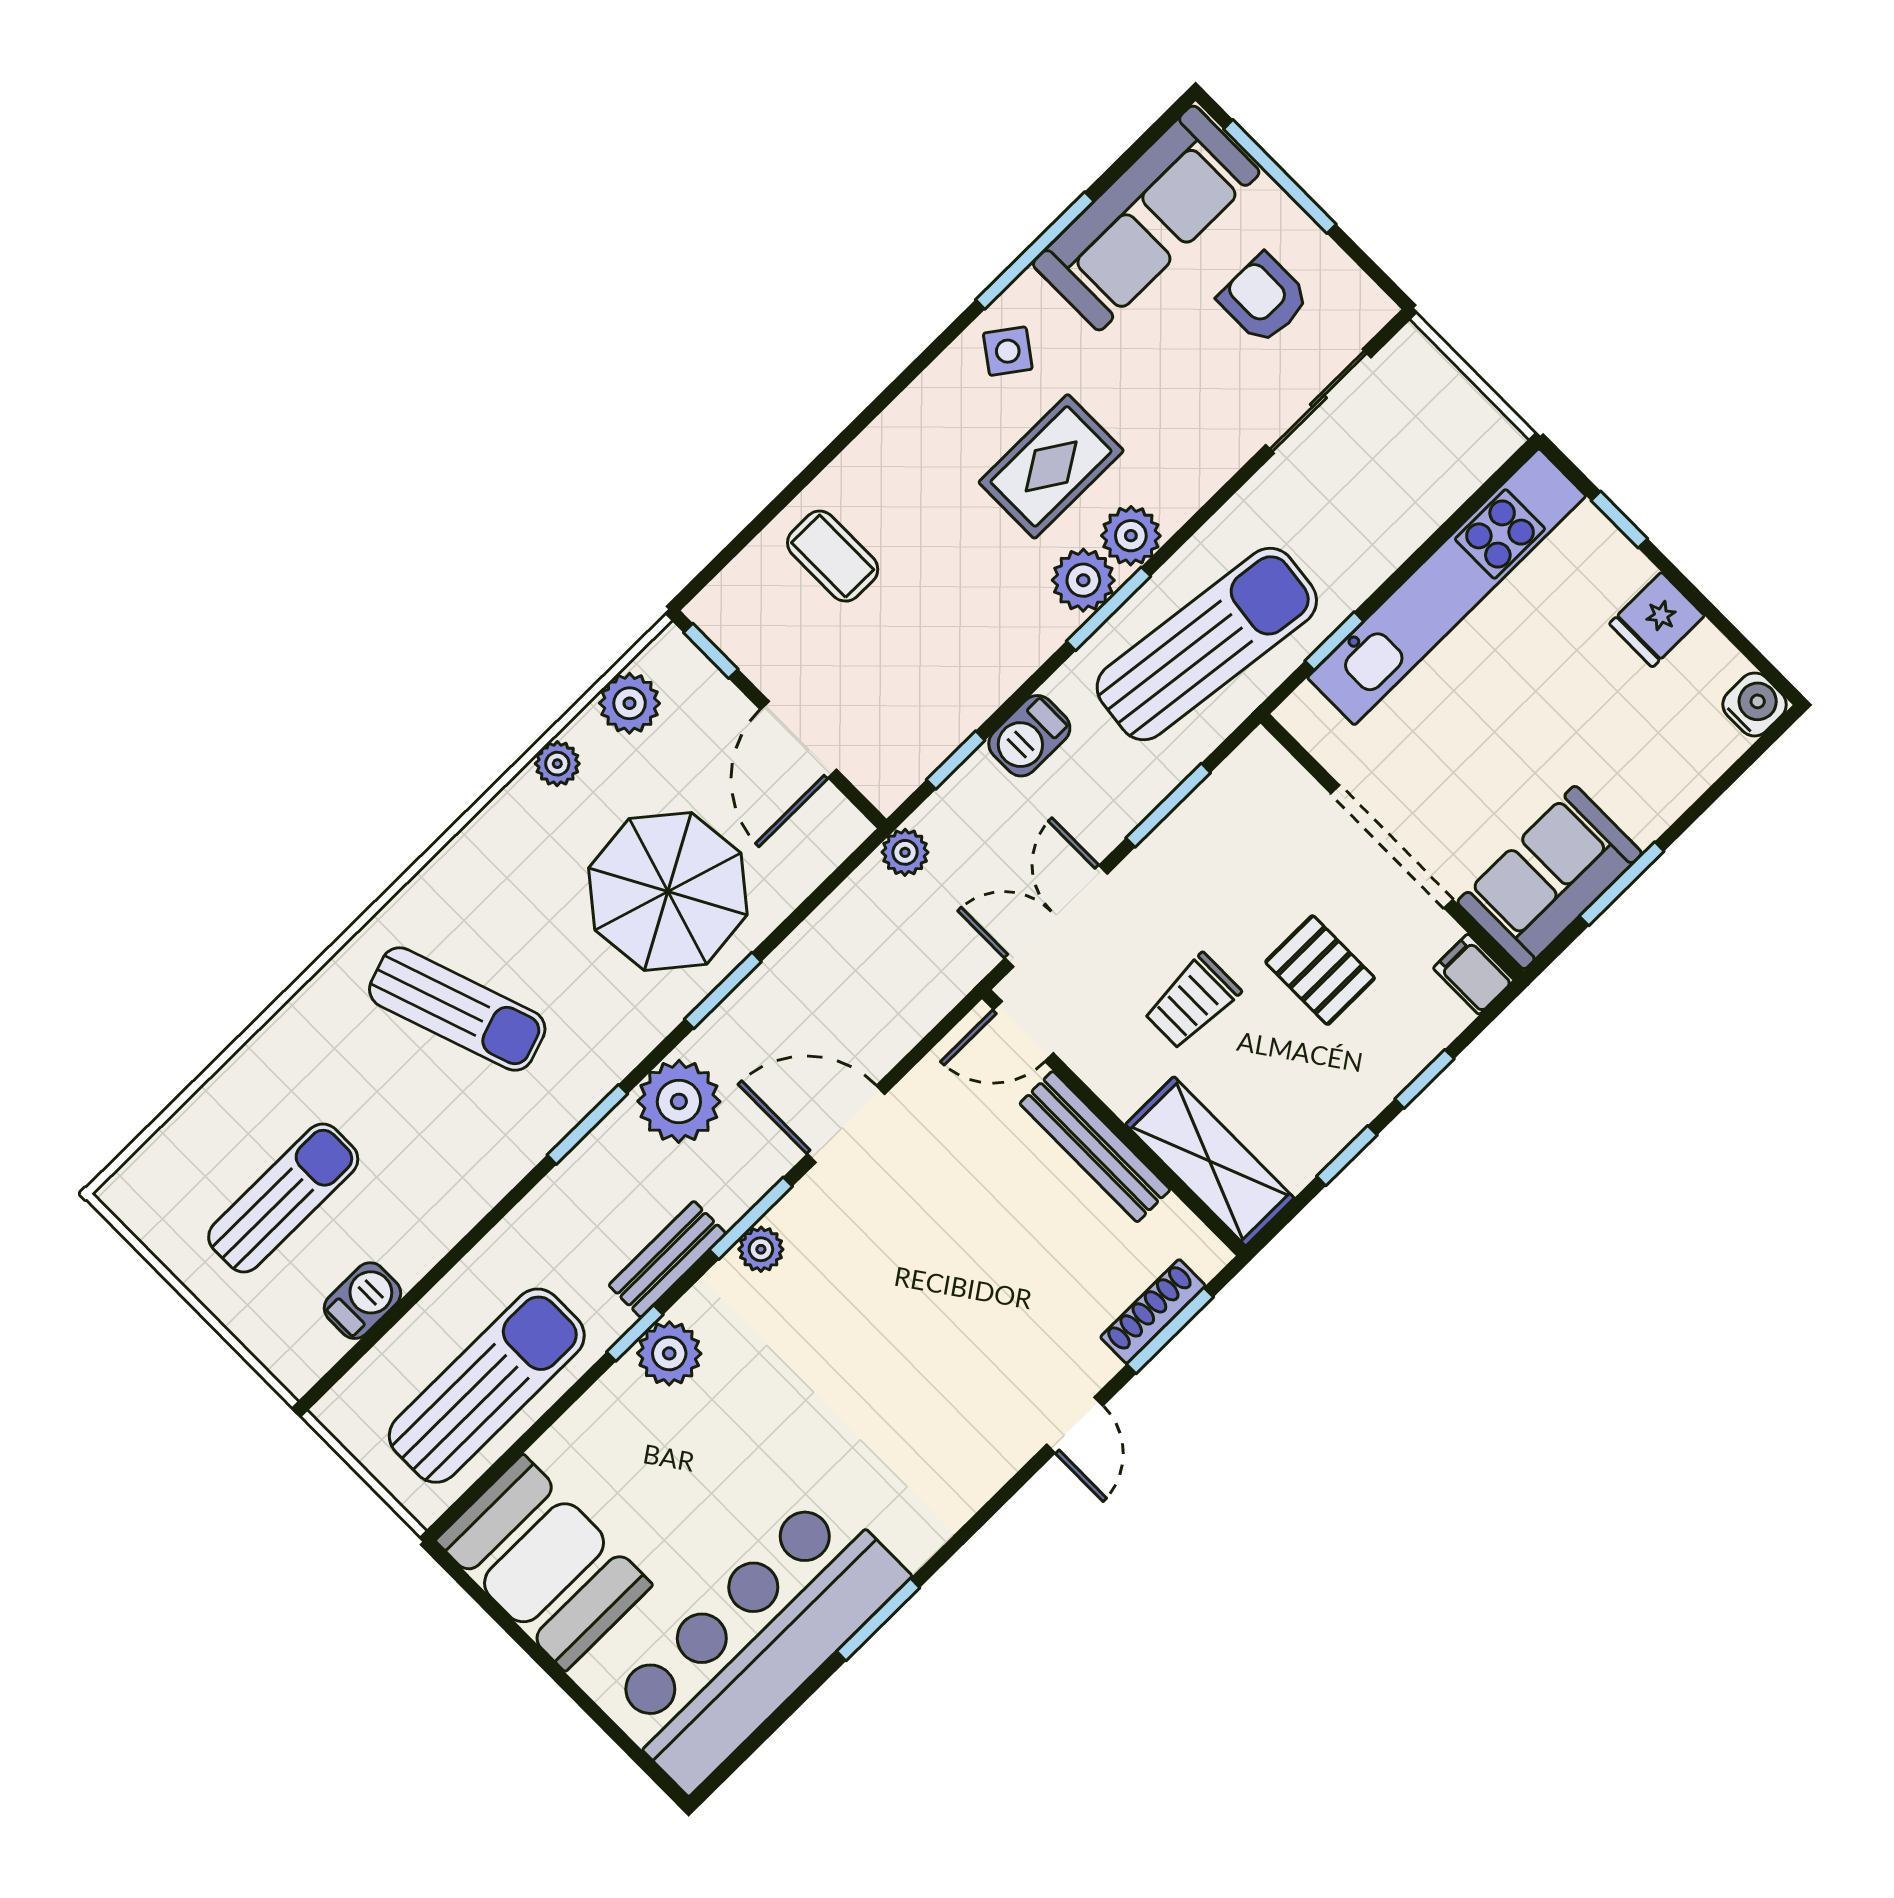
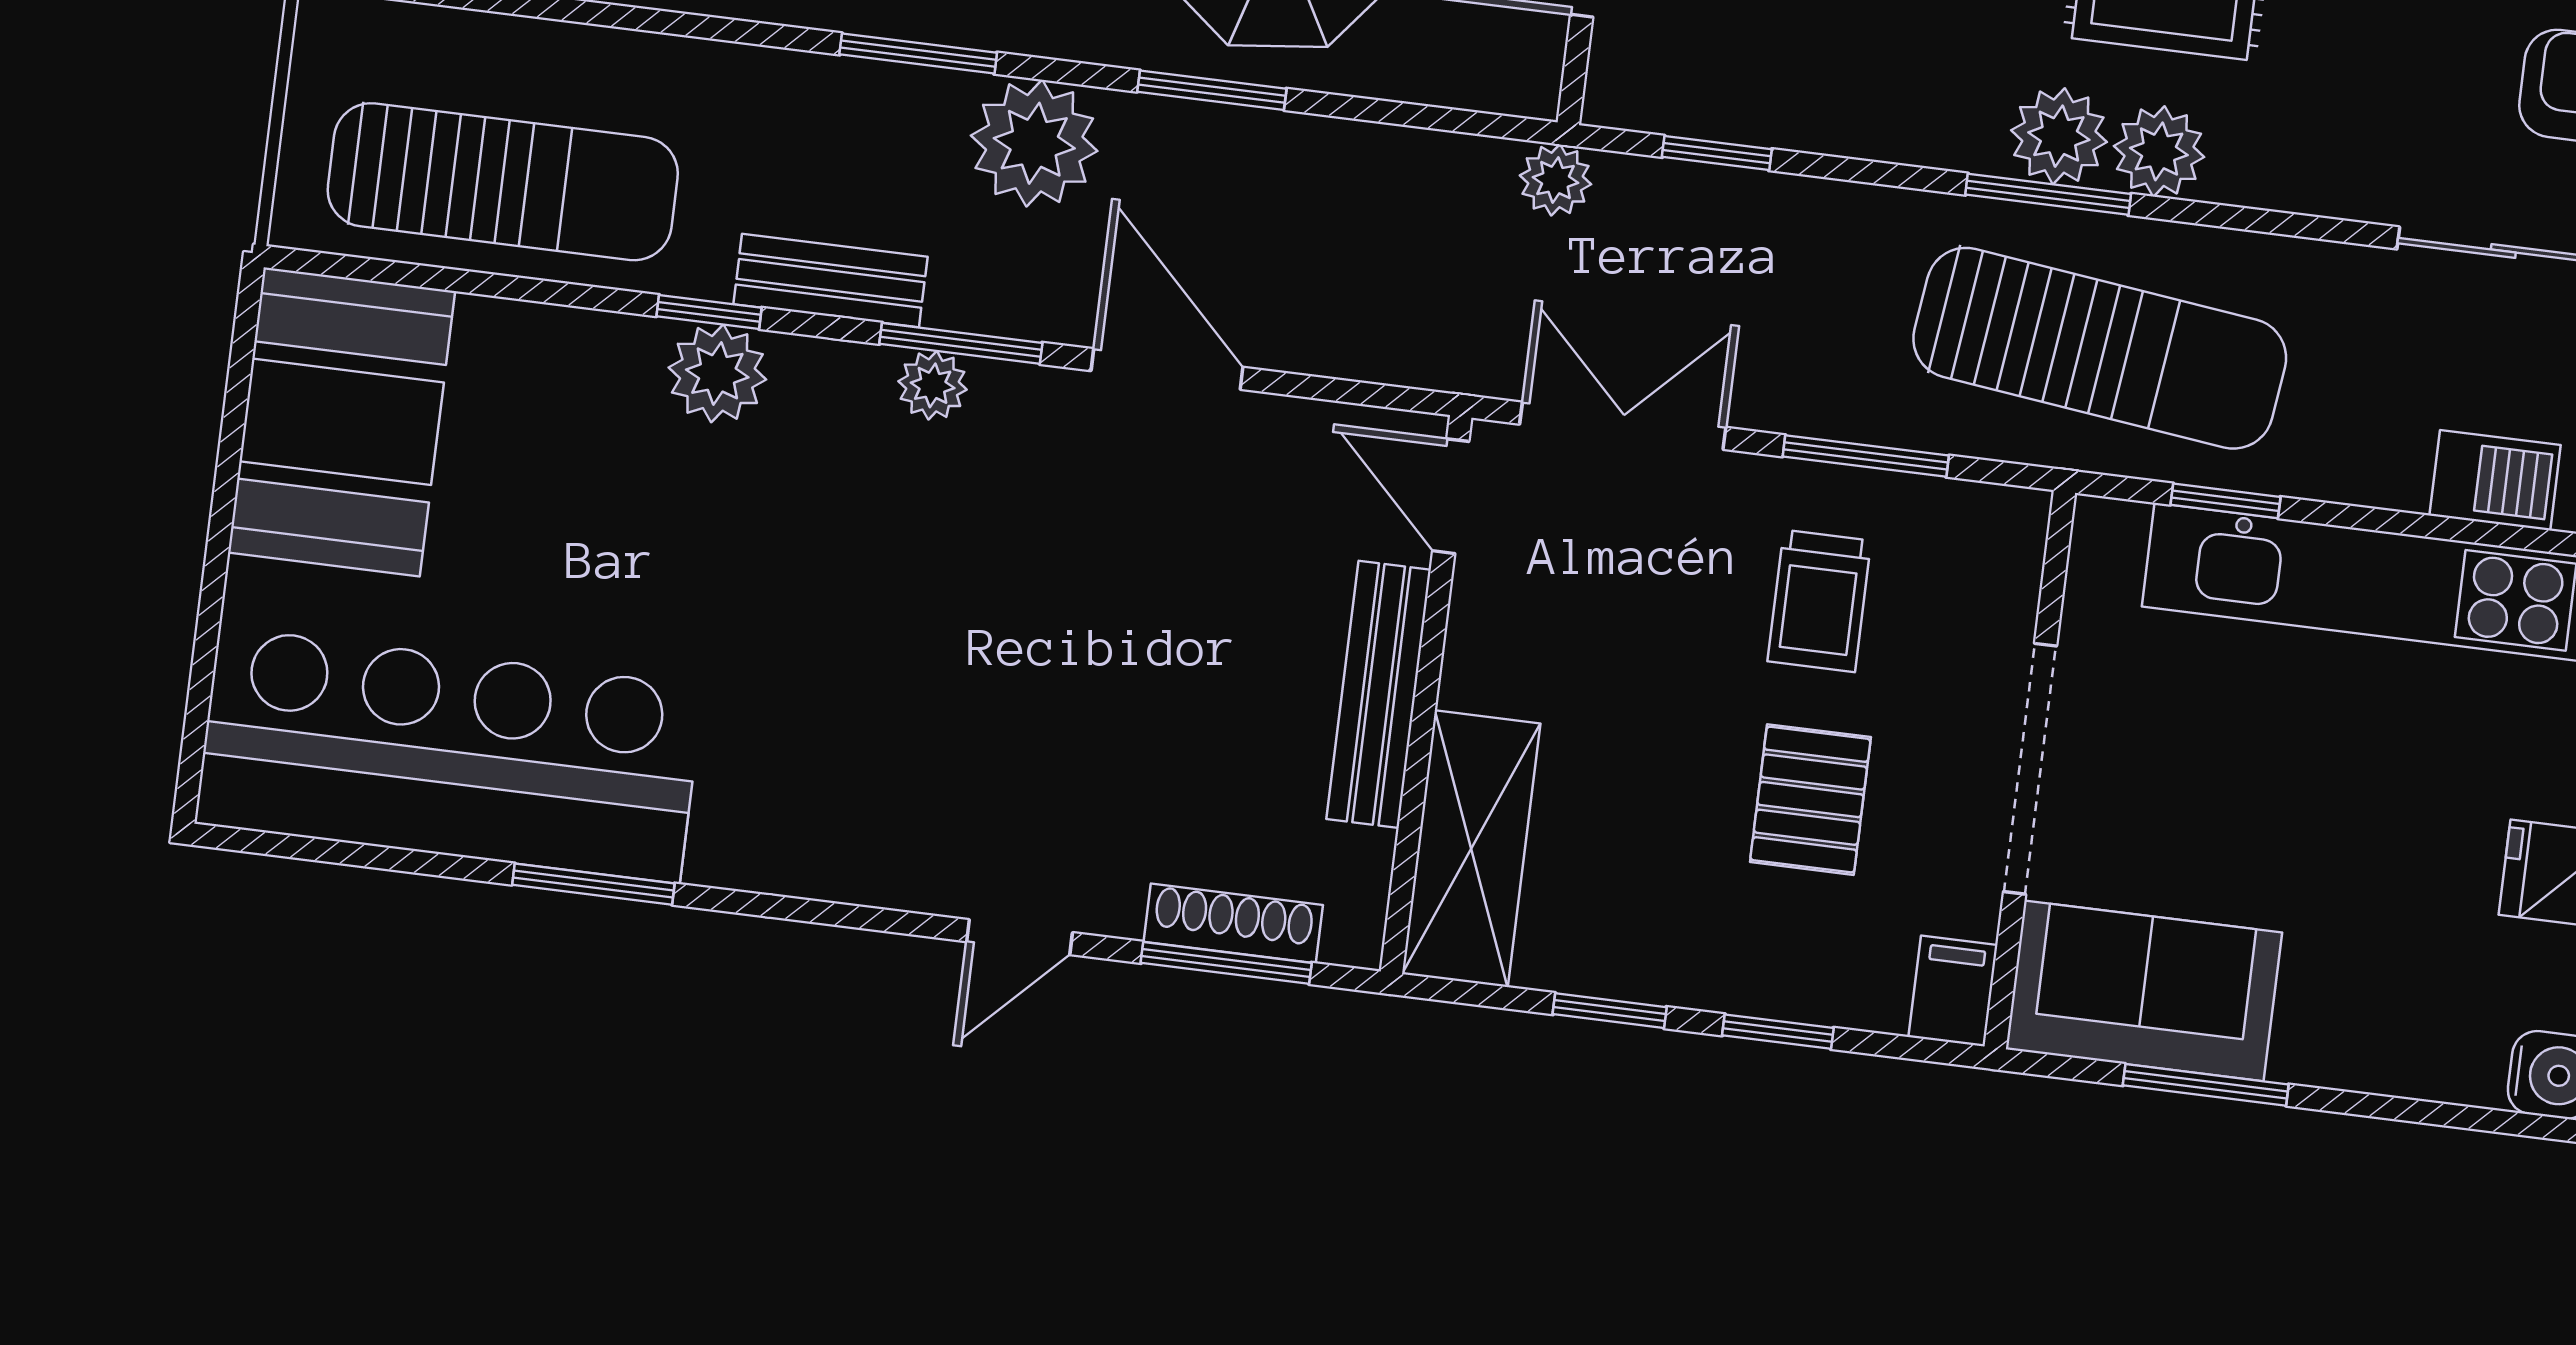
barbecue: (1029, 736) -> (2495, 480), moved, turned 180
trolley: (1192, 1001) -> (1819, 601), moved, turned -90

